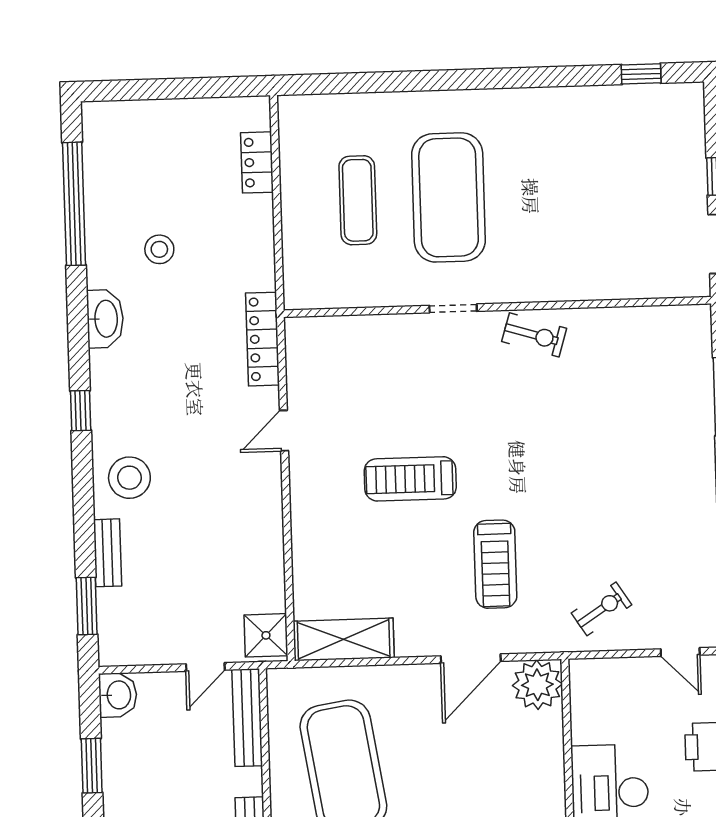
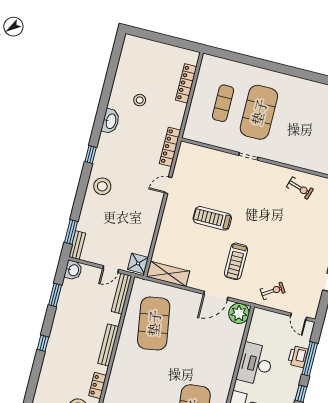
locker: (257, 162) -> (186, 83), width x1.53
window: (74, 204) -> (111, 73), removed
exercise bike: (534, 335) -> (300, 188), moved
bench: (108, 553) -> (77, 245), moved

